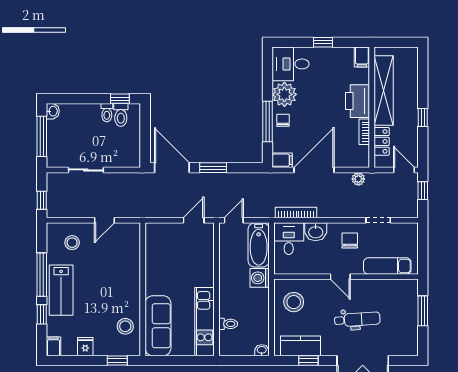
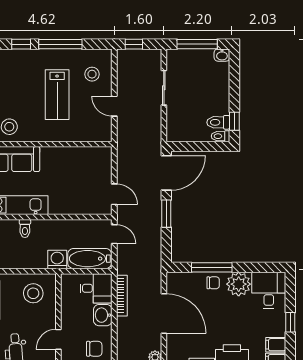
toilet: (107, 113) -> (221, 136), moved
filing cabinet: (282, 160) -> (276, 345), moved, turned 90
lab bench: (61, 290) -> (57, 95), moved, turned -90
toilet: (228, 324) -> (25, 228), moved

